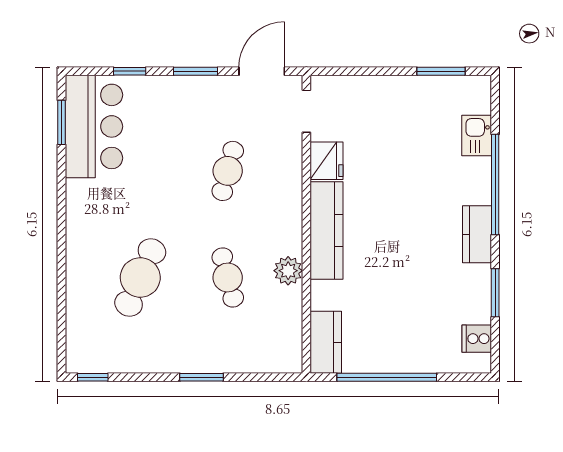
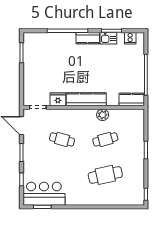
kitchen sink: (477, 136) -> (108, 38), moved
cafe table: (140, 278) -> (105, 175), turned -36

